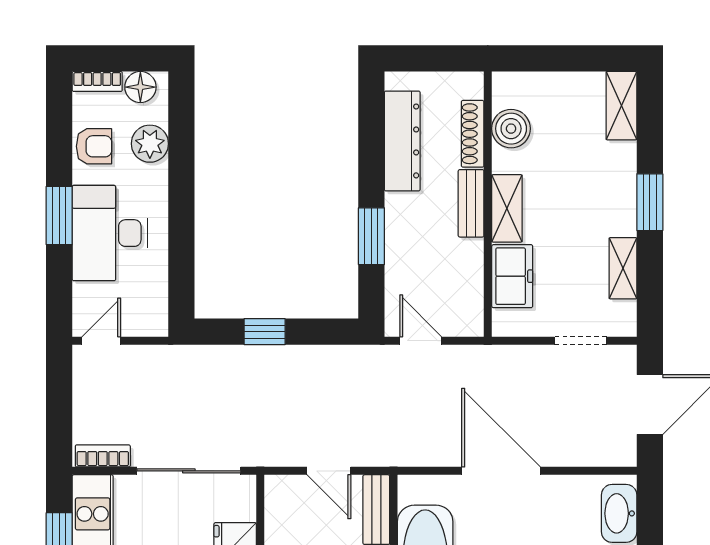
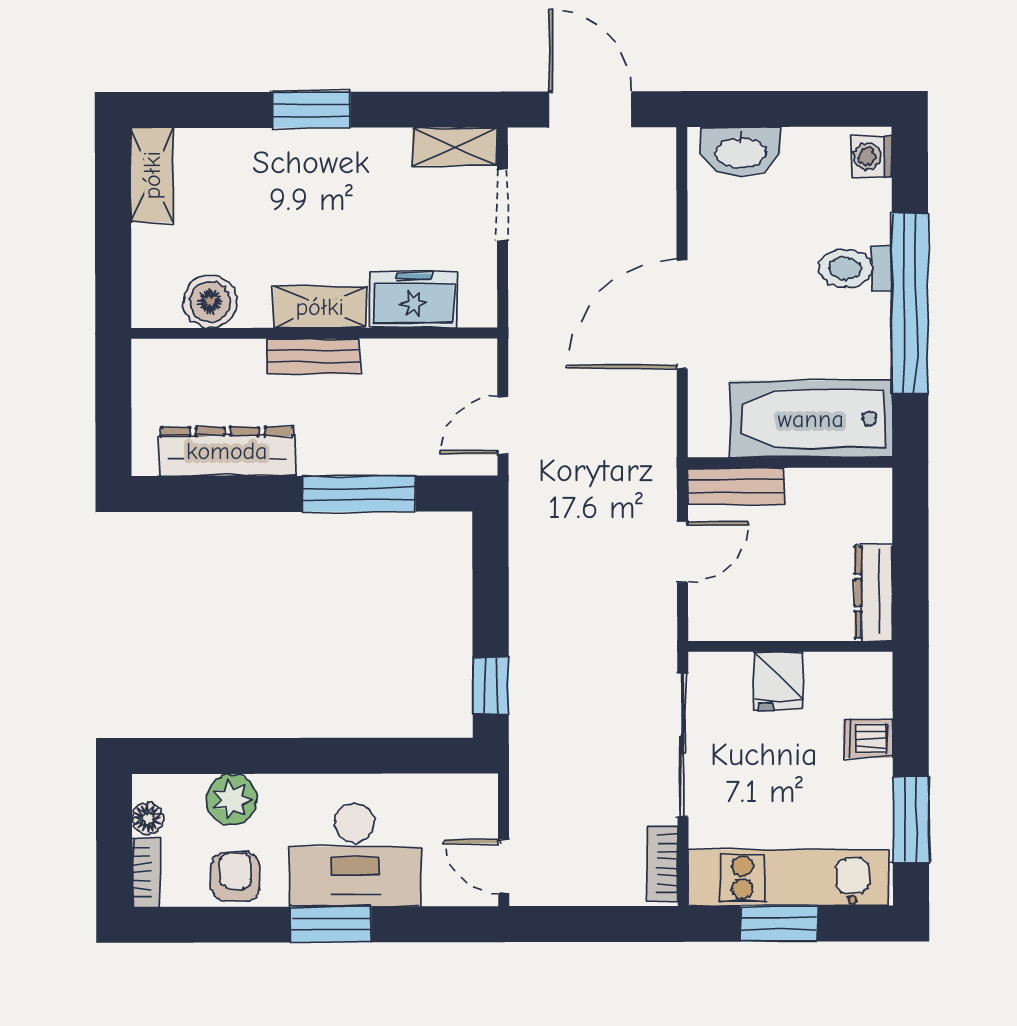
floor lamp: (140, 87) -> (148, 819), width x0.73, depth x0.73
shelving: (621, 106) -> (152, 175), moved, turned 90
shoe rack: (473, 134) -> (217, 354), removed
window: (371, 236) -> (359, 494), width x1.44
shelving: (623, 268) -> (455, 147), moved
window: (265, 332) -> (491, 686), moved

